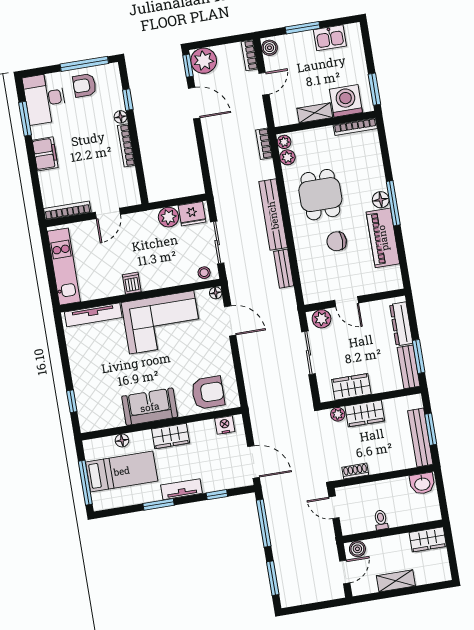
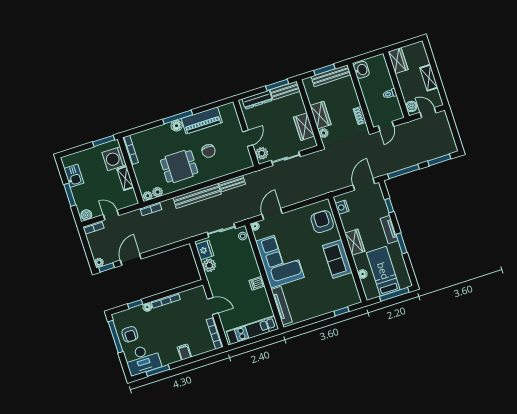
plant: (204, 61) -> (99, 262), width x0.53, depth x0.53
filing cabinet: (45, 154) -> (184, 352), width x0.50

